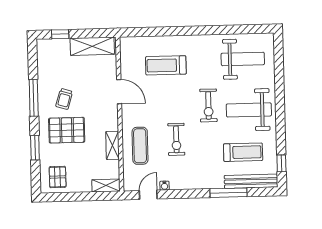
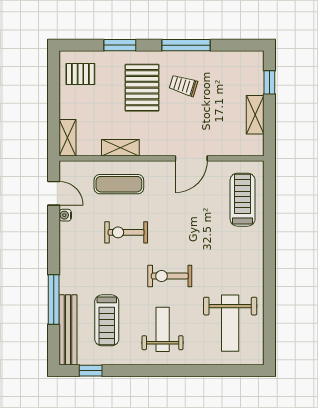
shelving: (92, 46) -> (255, 115), width x0.67, depth x0.75
treadmill: (166, 65) -> (243, 200), moved
weight bench: (249, 110) -> (163, 329), width x0.73, depth x0.75

